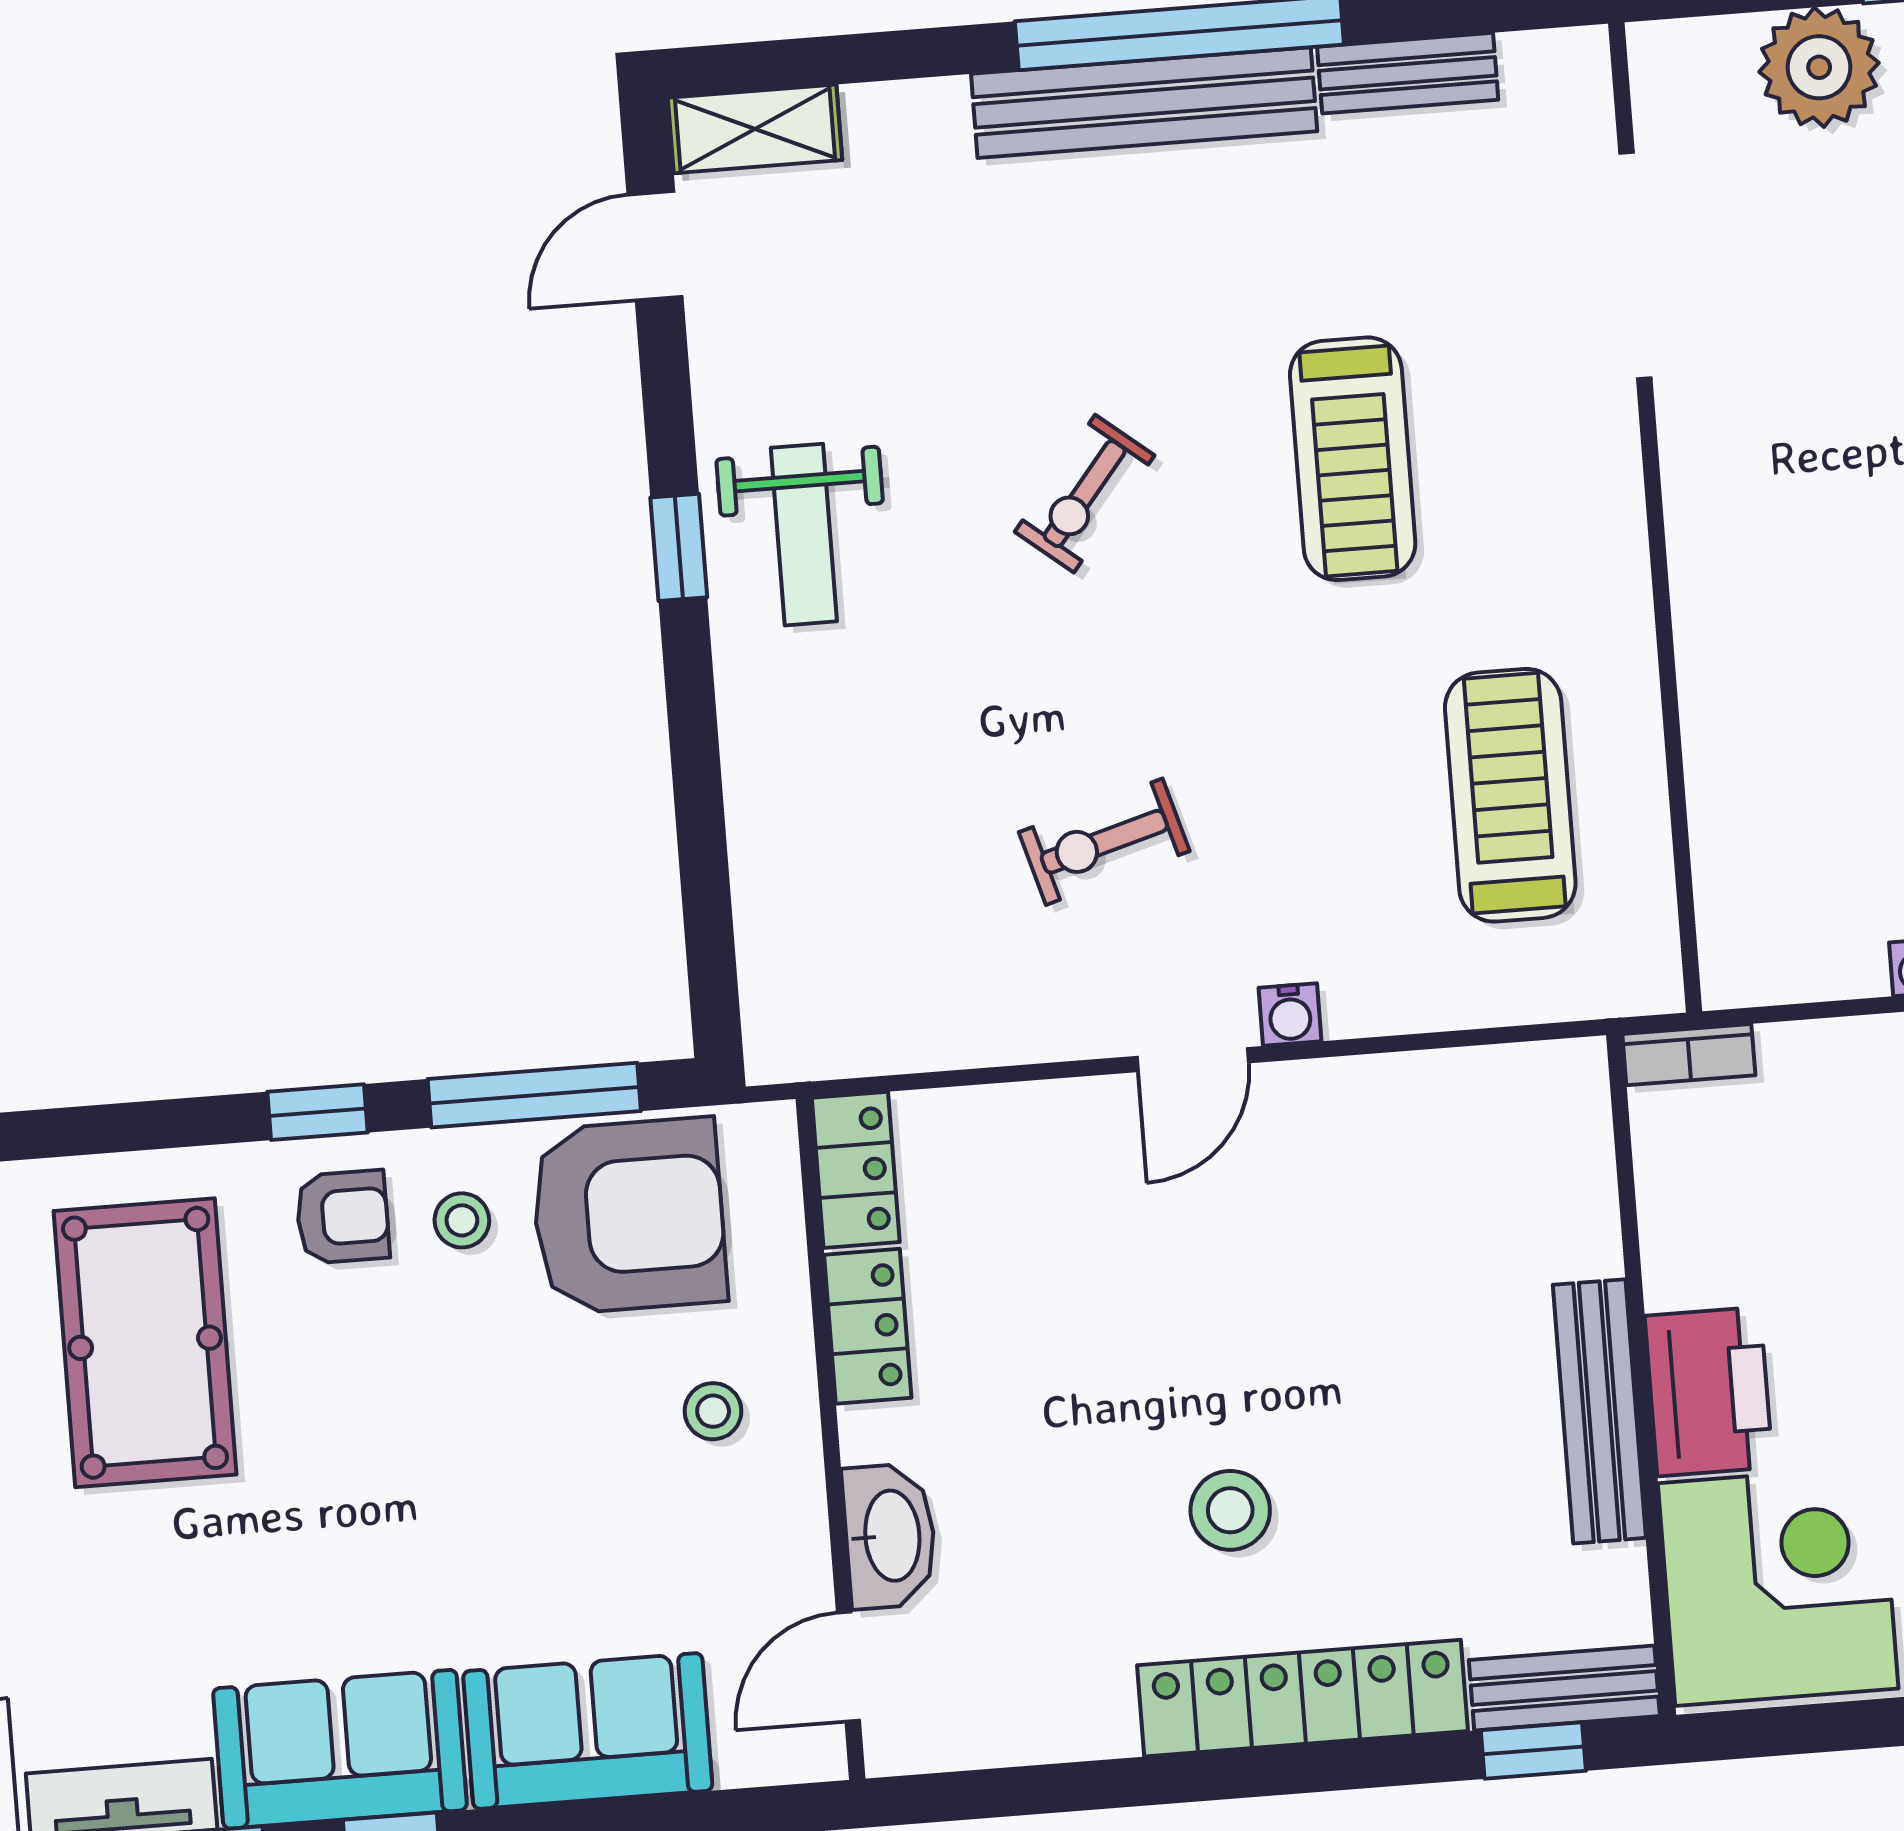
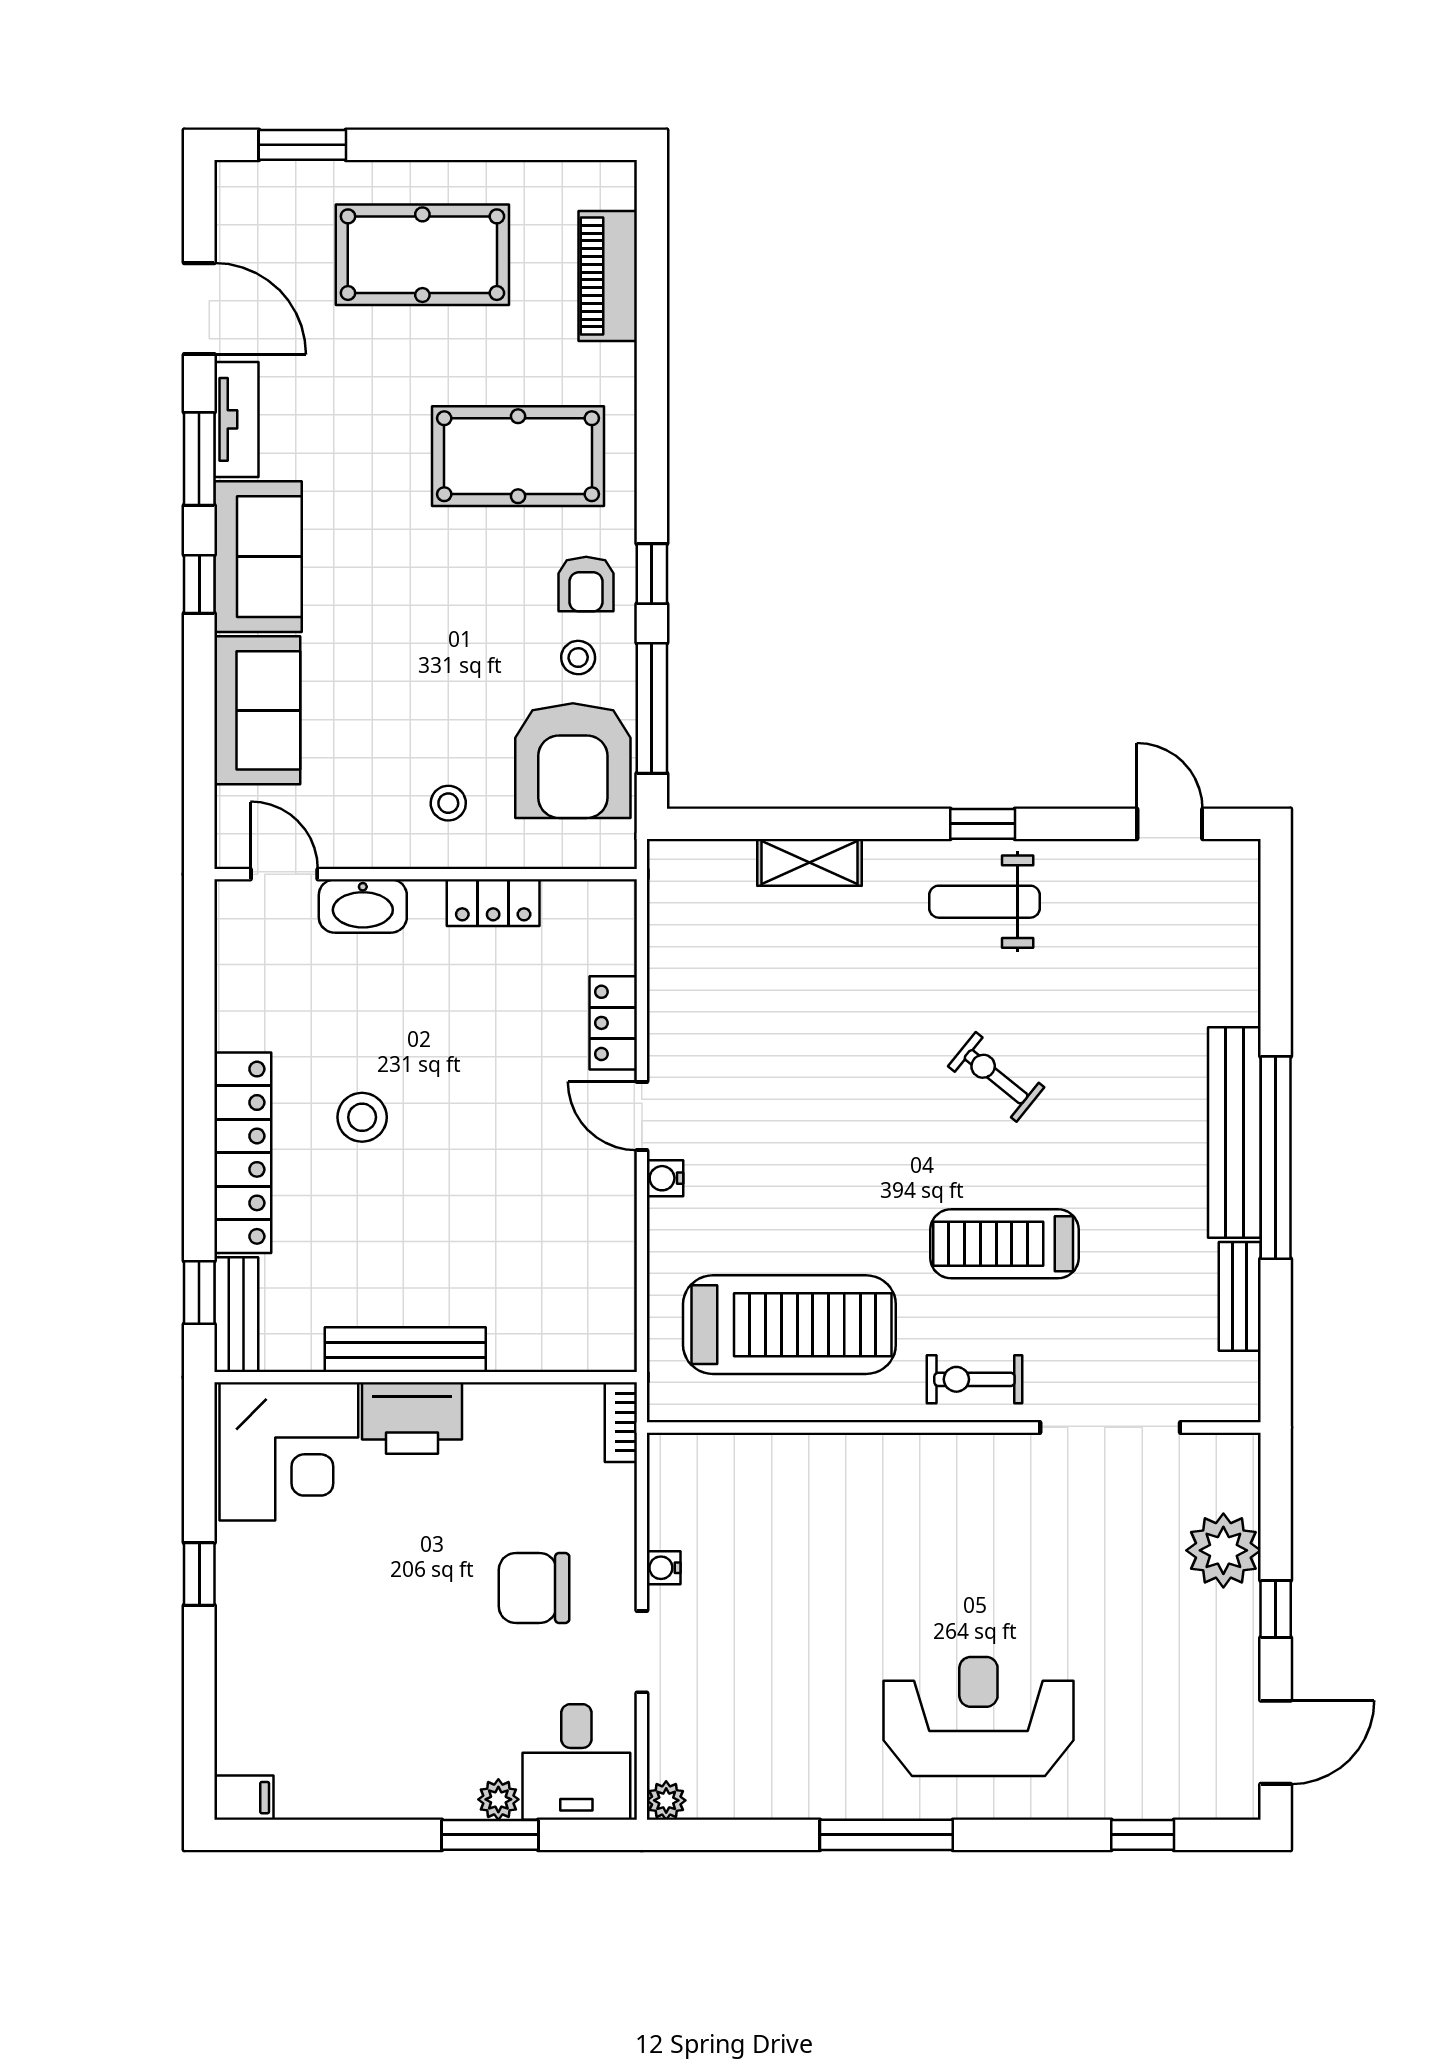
shelving: (755, 129) -> (809, 862), moved, turned 90
treadmill: (1510, 795) -> (789, 1325), width x1.37, depth x1.38
exercise bike: (1104, 842) -> (974, 1379), moved, turned -74
locker: (856, 1170) -> (613, 1023), moved, turned 90

